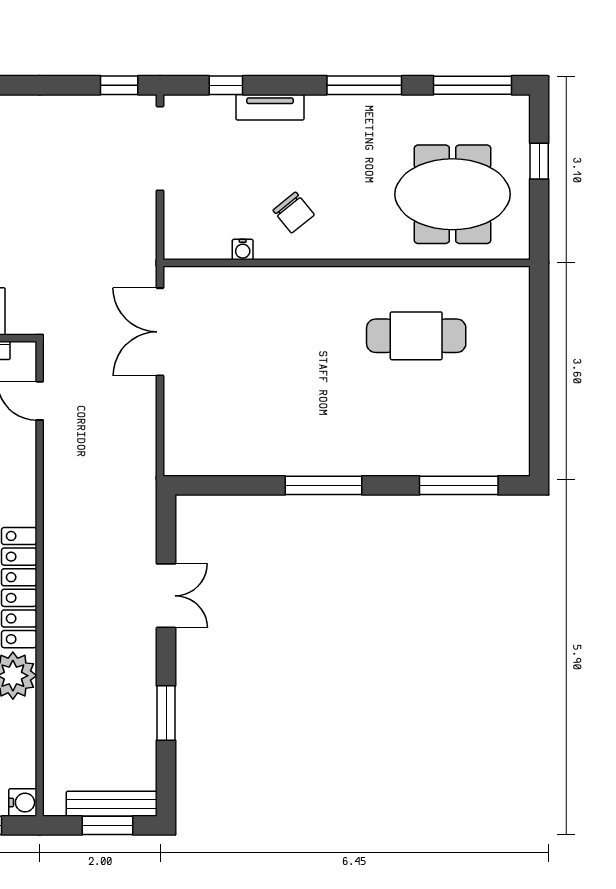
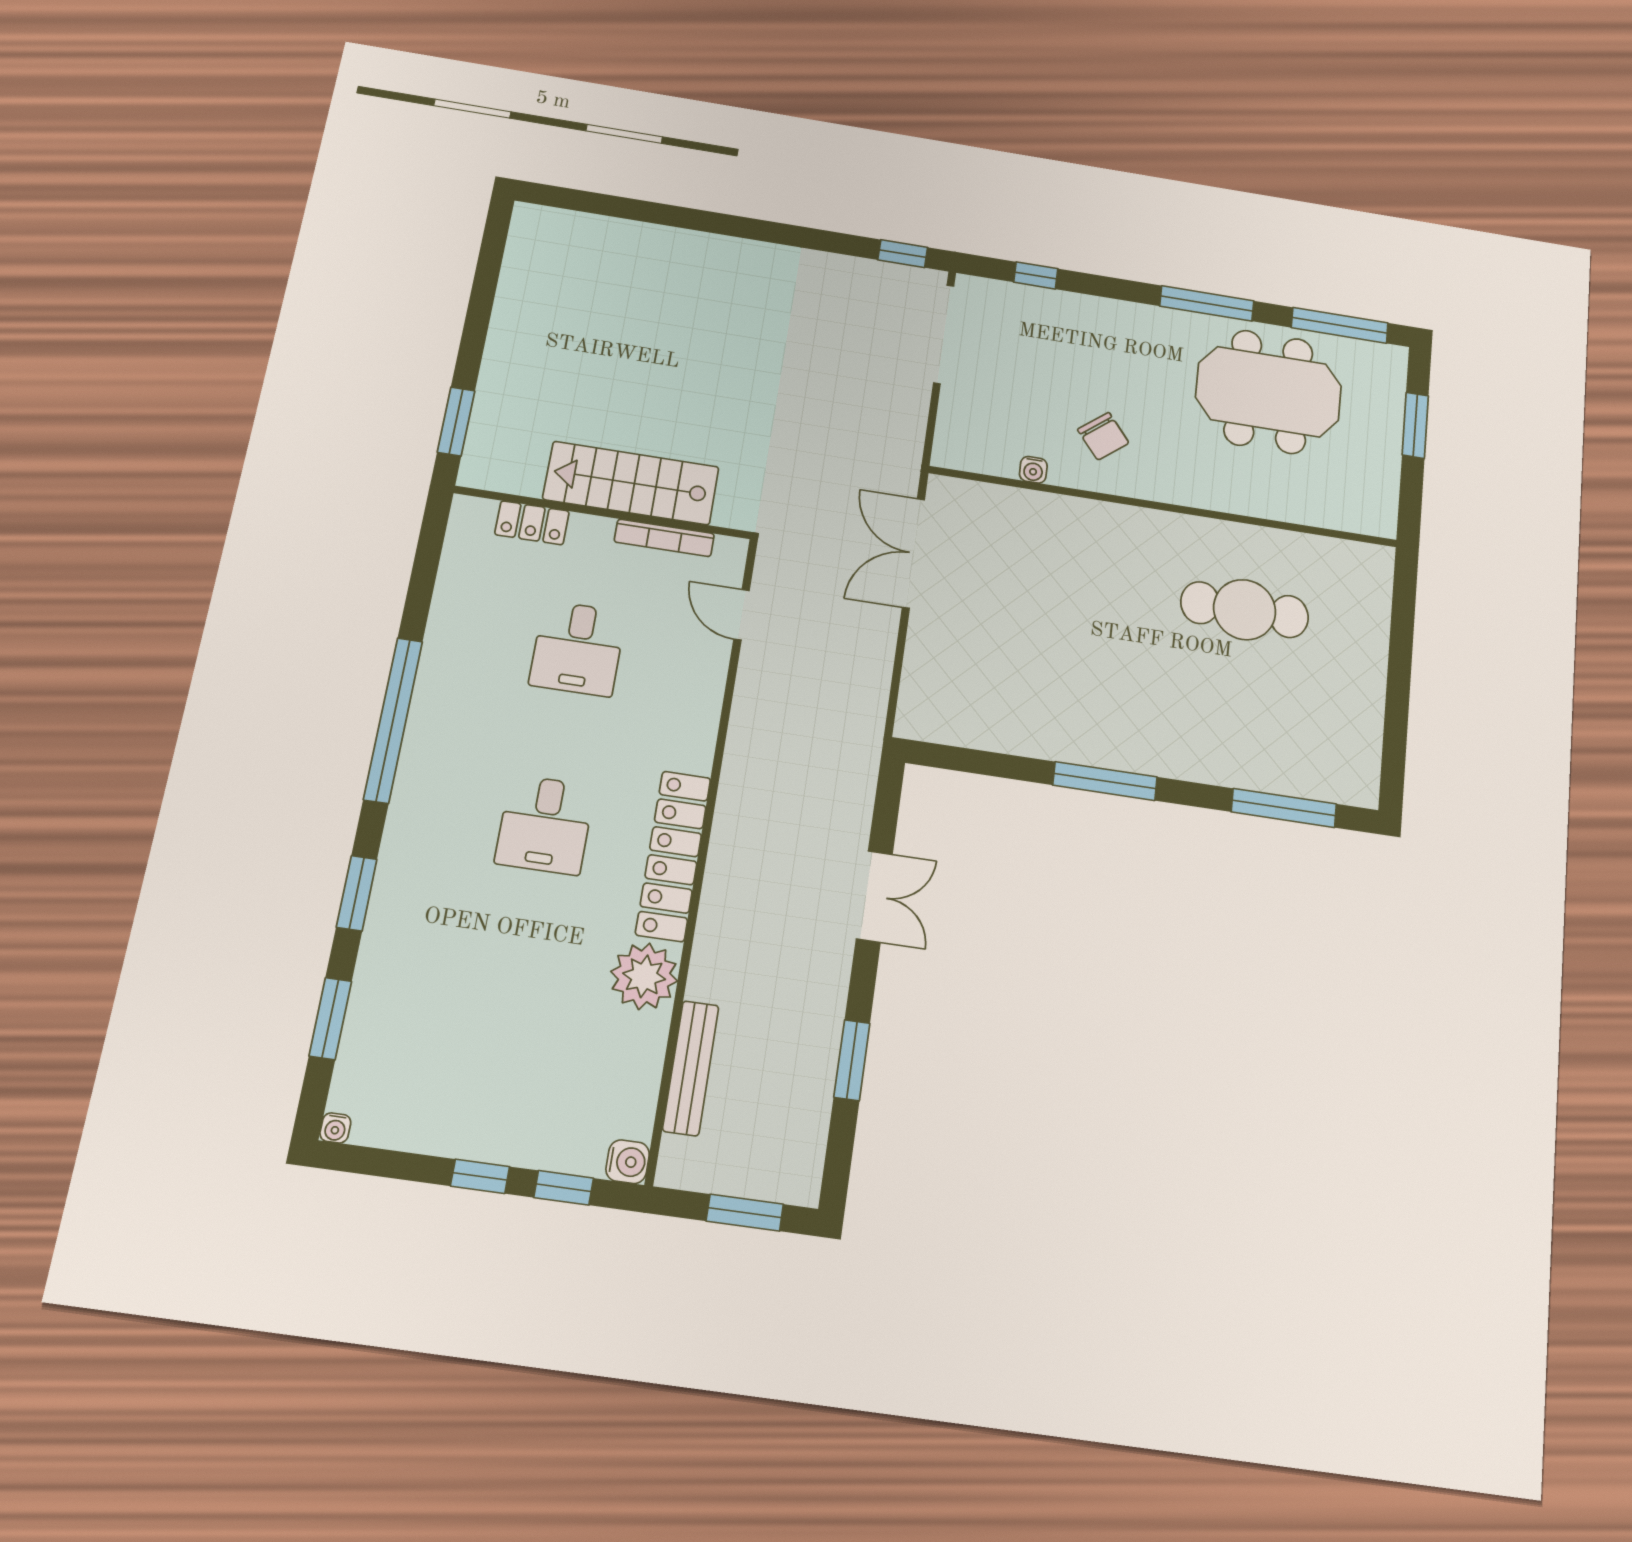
tv unit: (270, 107) -> (1088, 309), removed
window: (539, 161) -> (1415, 425), width x1.50
meeting table: (452, 194) -> (1268, 392), moved
bench: (112, 804) -> (691, 1068), moved, turned 90

